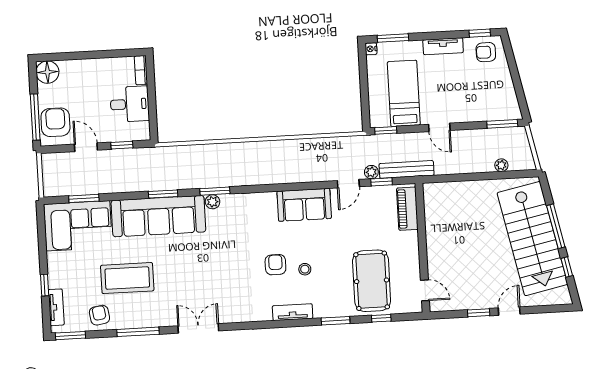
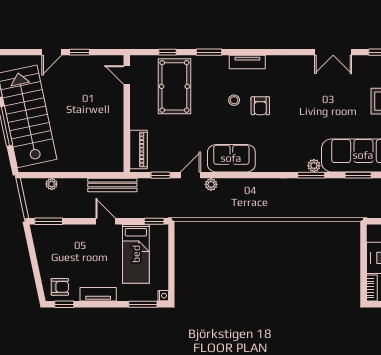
bench: (407, 169) -> (112, 185), moved
plant: (371, 172) -> (211, 184), moved

